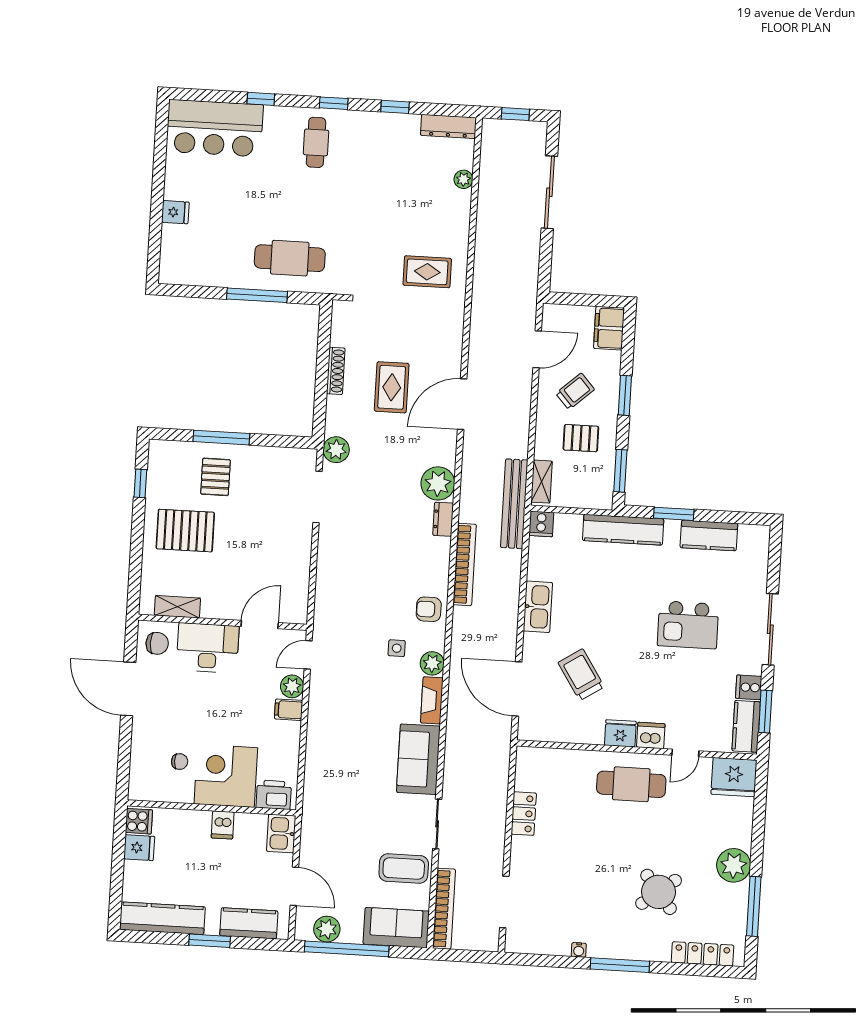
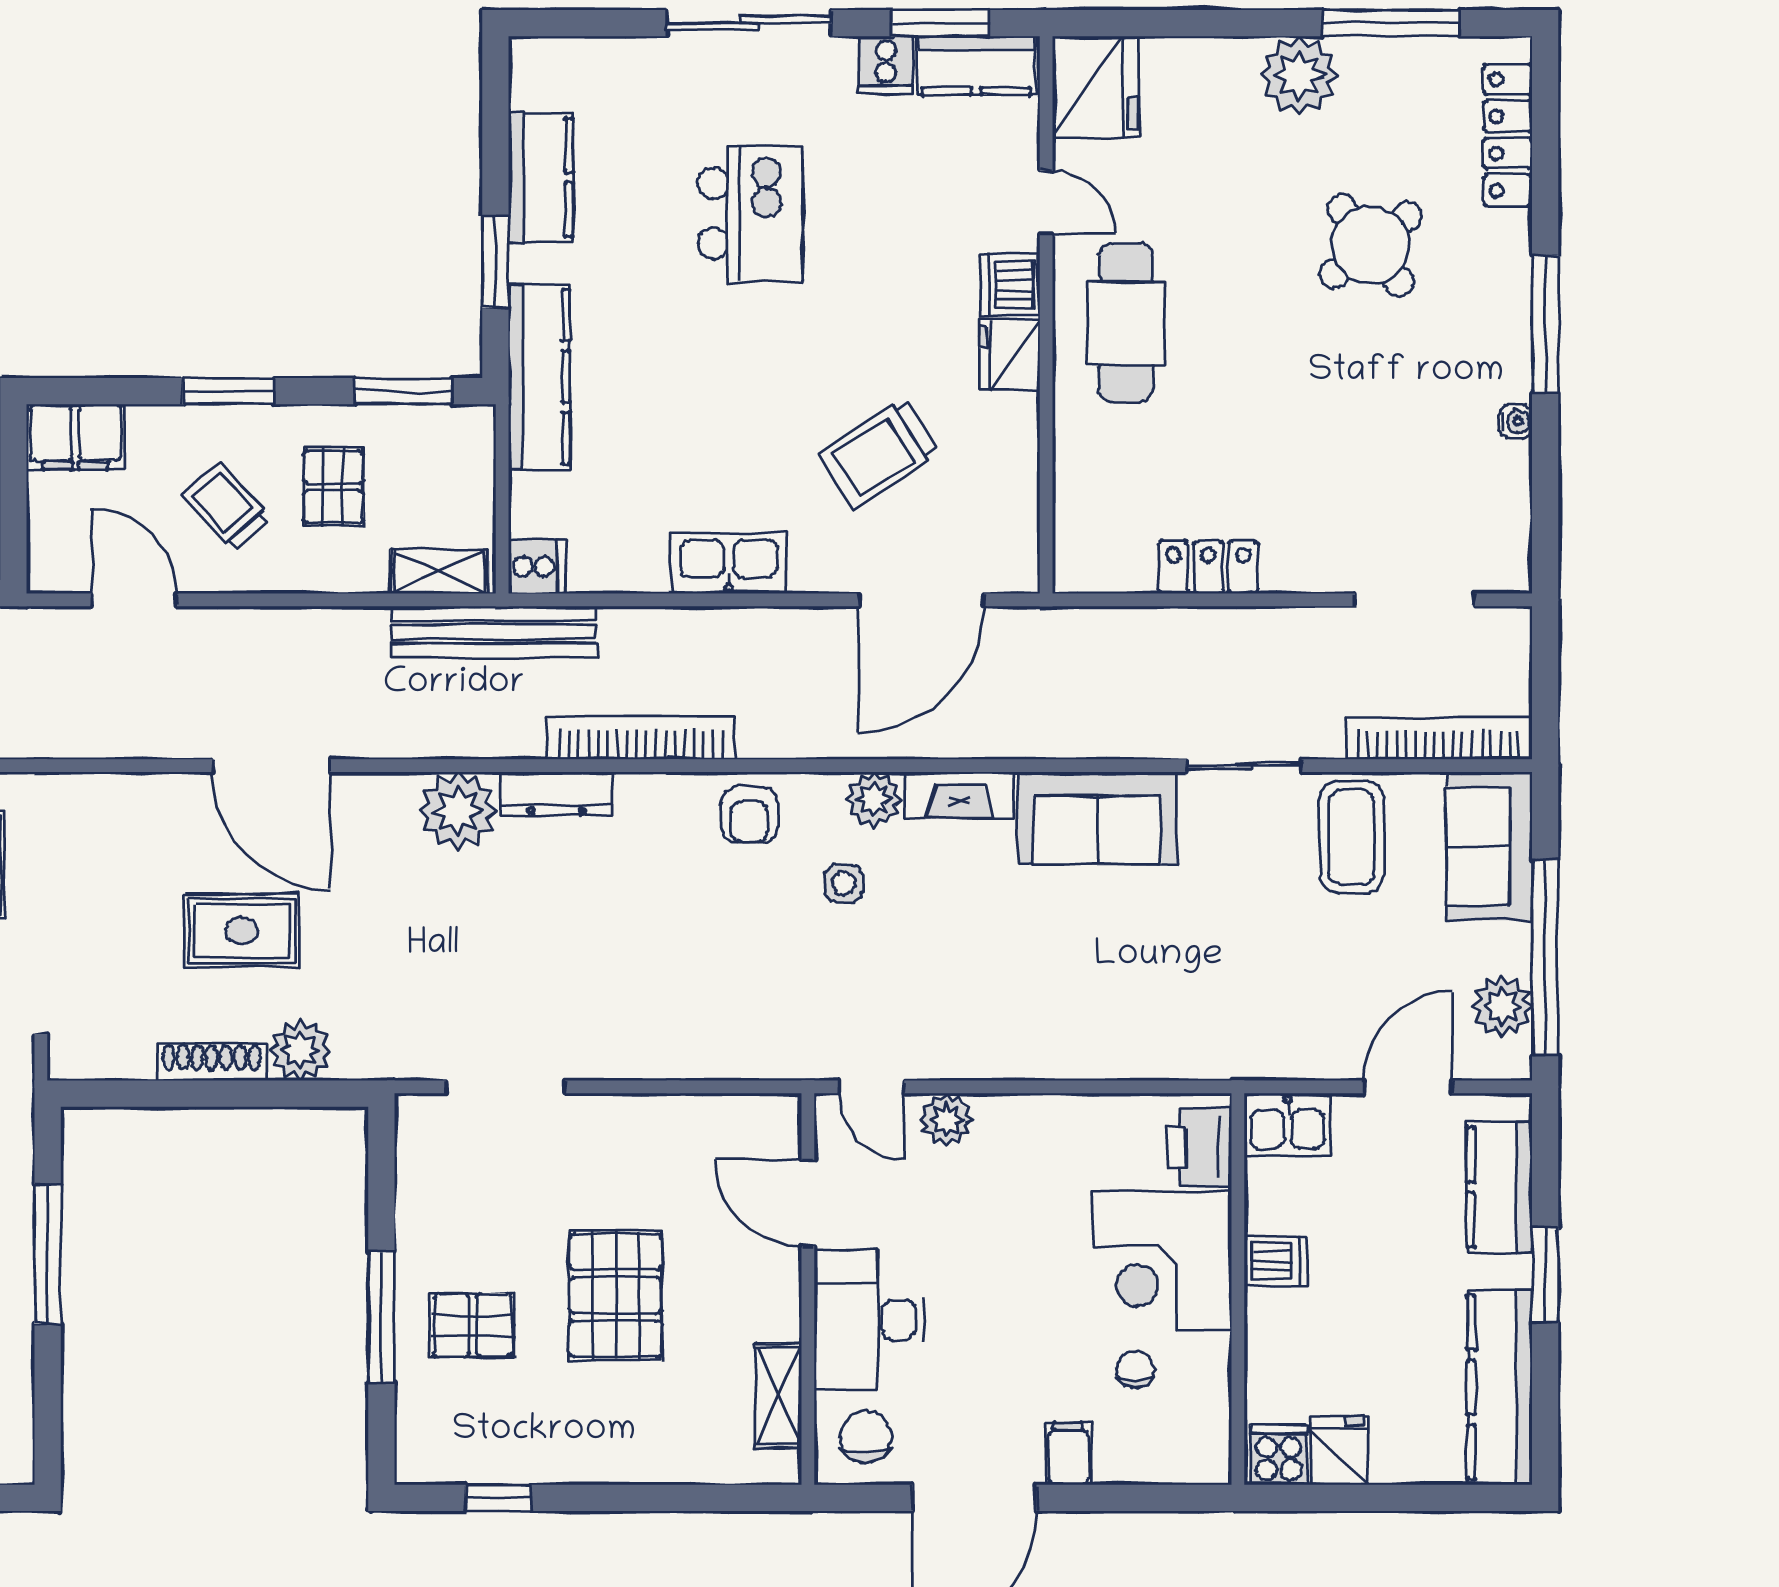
plant: (336, 450) -> (300, 1051), moved
dresser: (443, 519) -> (556, 794), width x1.44
pallet: (185, 531) -> (615, 1295), moved
filing cabinet: (289, 710) -> (1068, 1454), moved, turned 180

